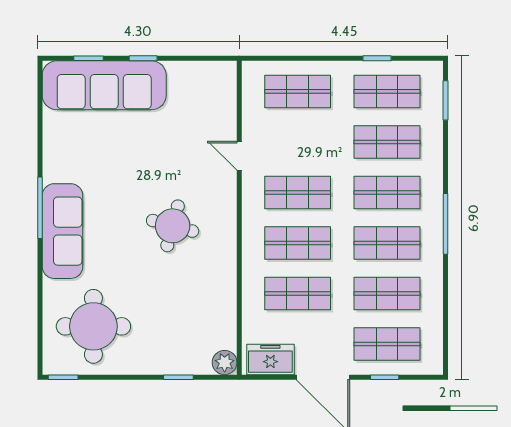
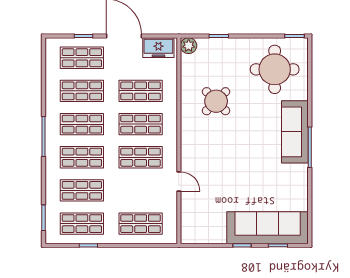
round table: (173, 226) -> (216, 101), moved, turned 30

